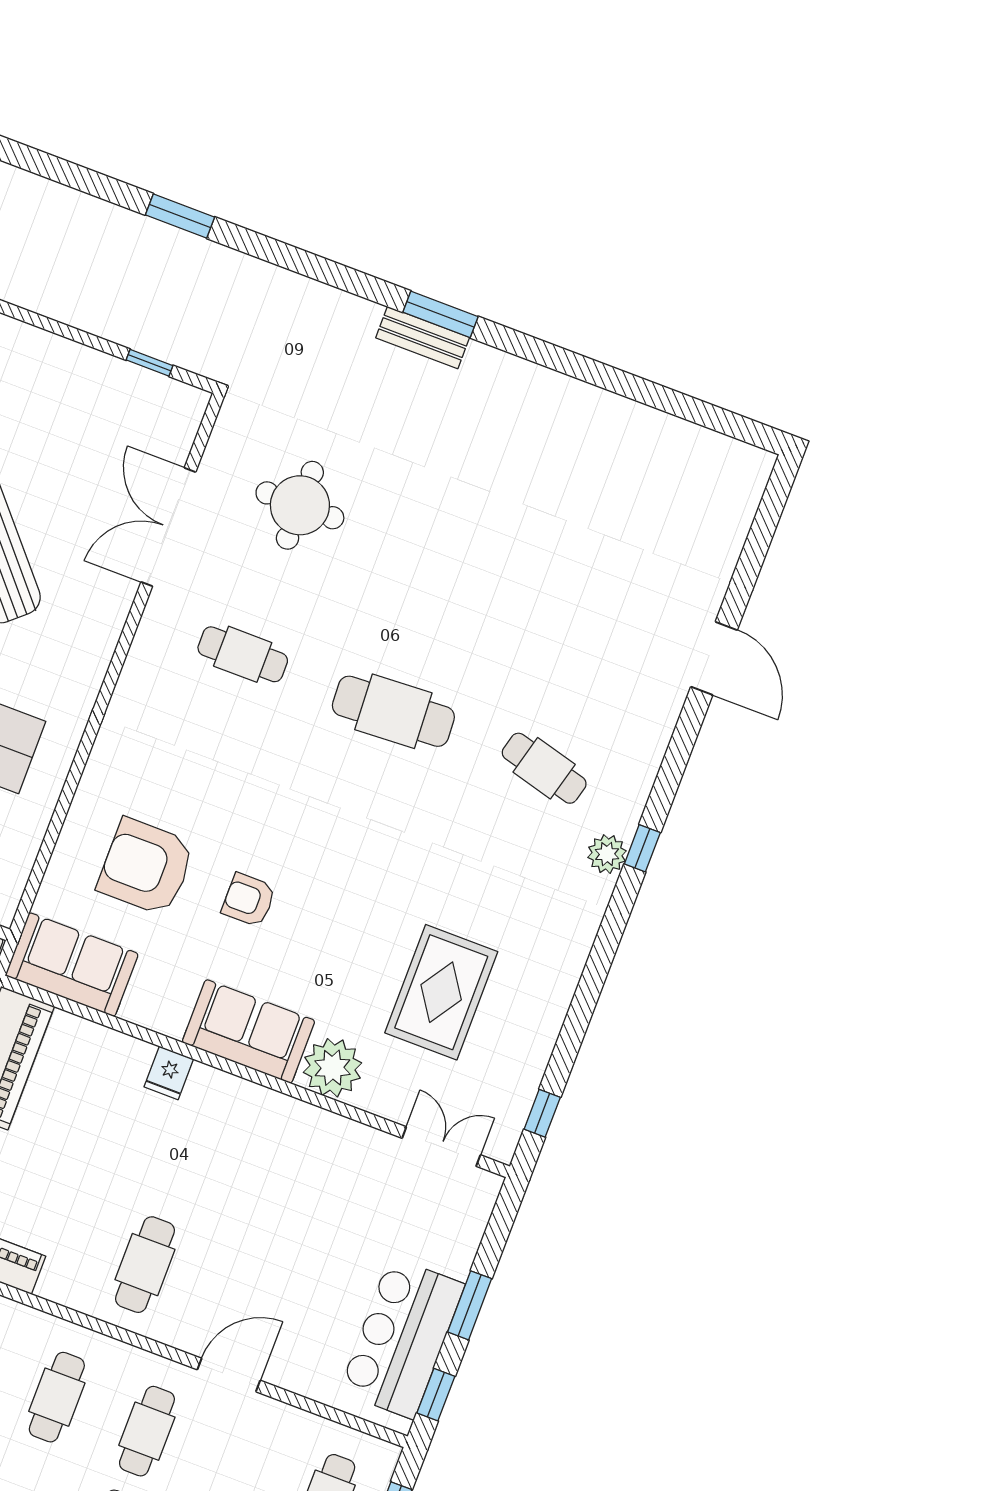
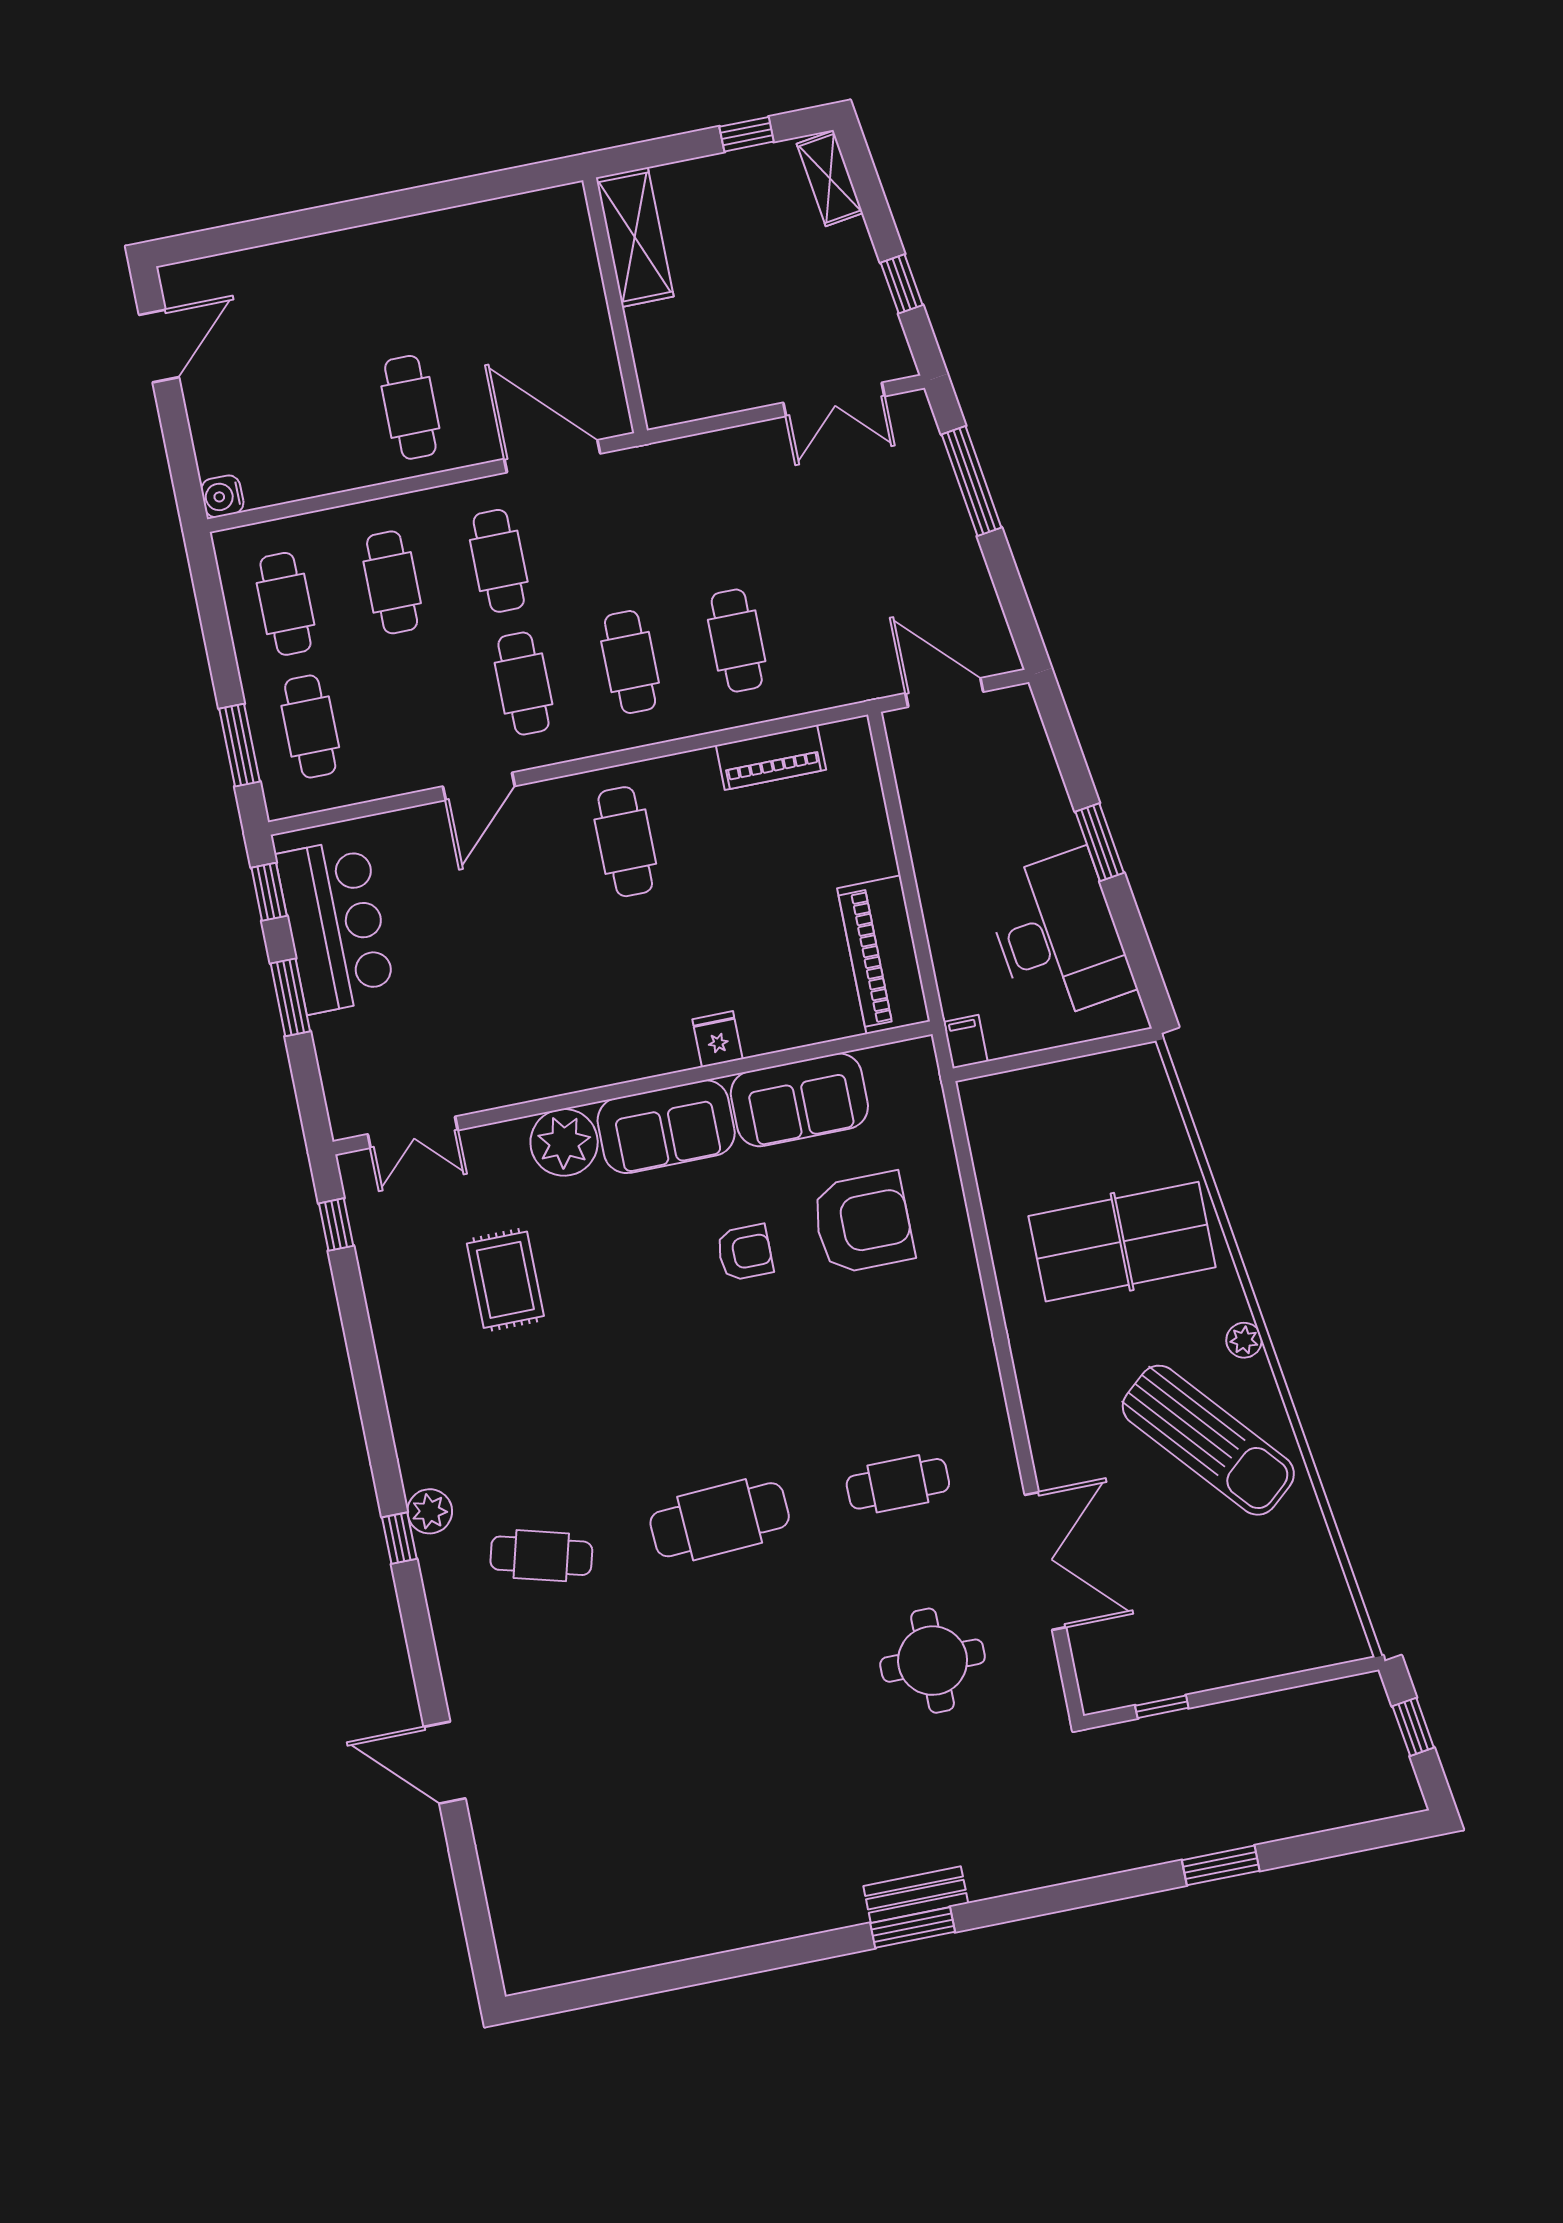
sofa: (72, 965) -> (799, 1100), moved
rug: (441, 992) -> (505, 1280), width x0.73, depth x0.70

